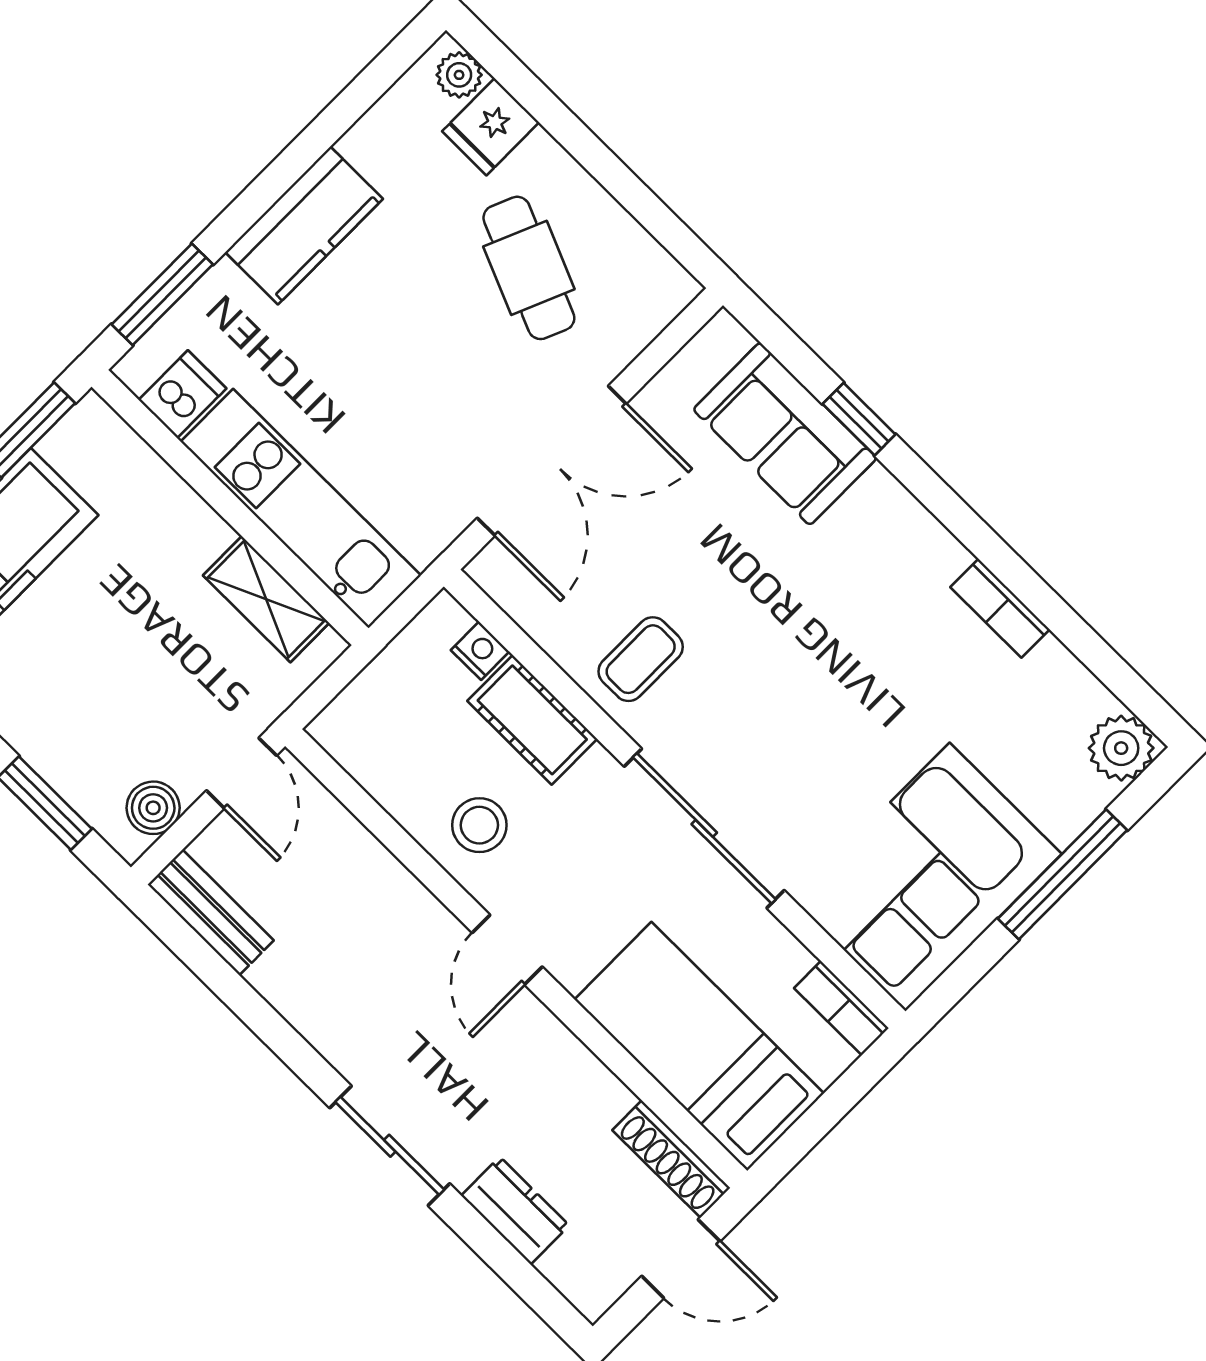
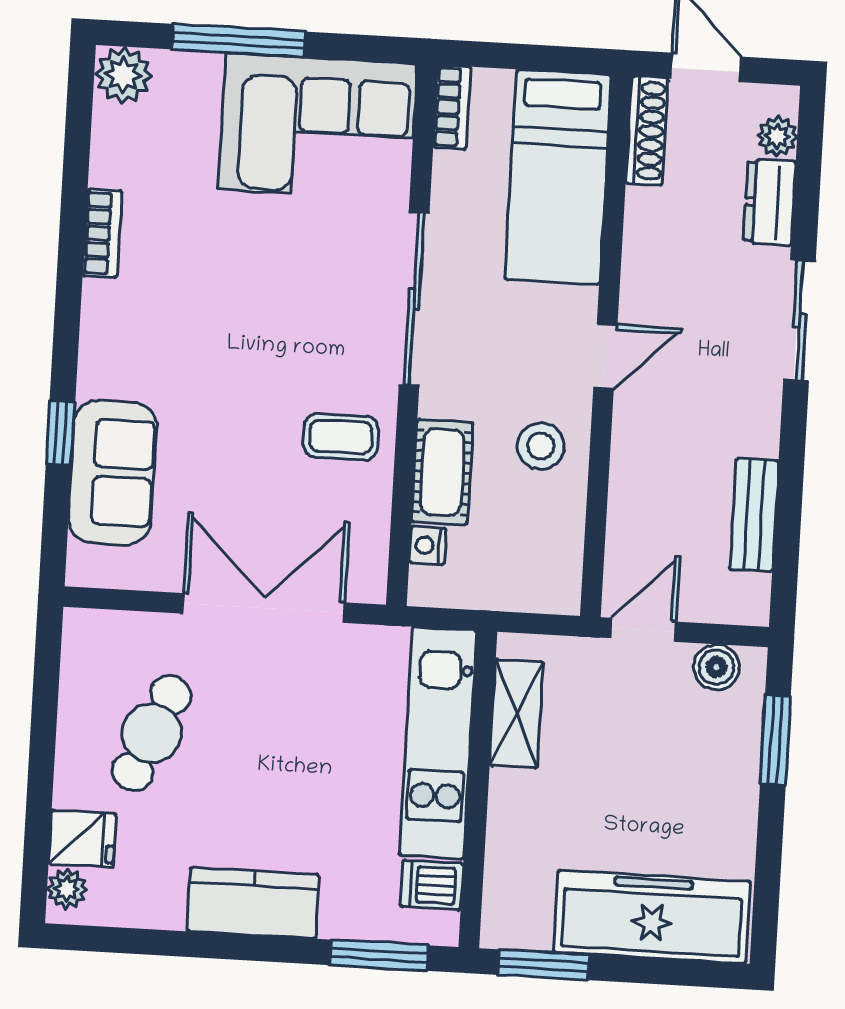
bench: (211, 912) -> (754, 515), moved
plant: (567, 1268) -> (777, 136), added

